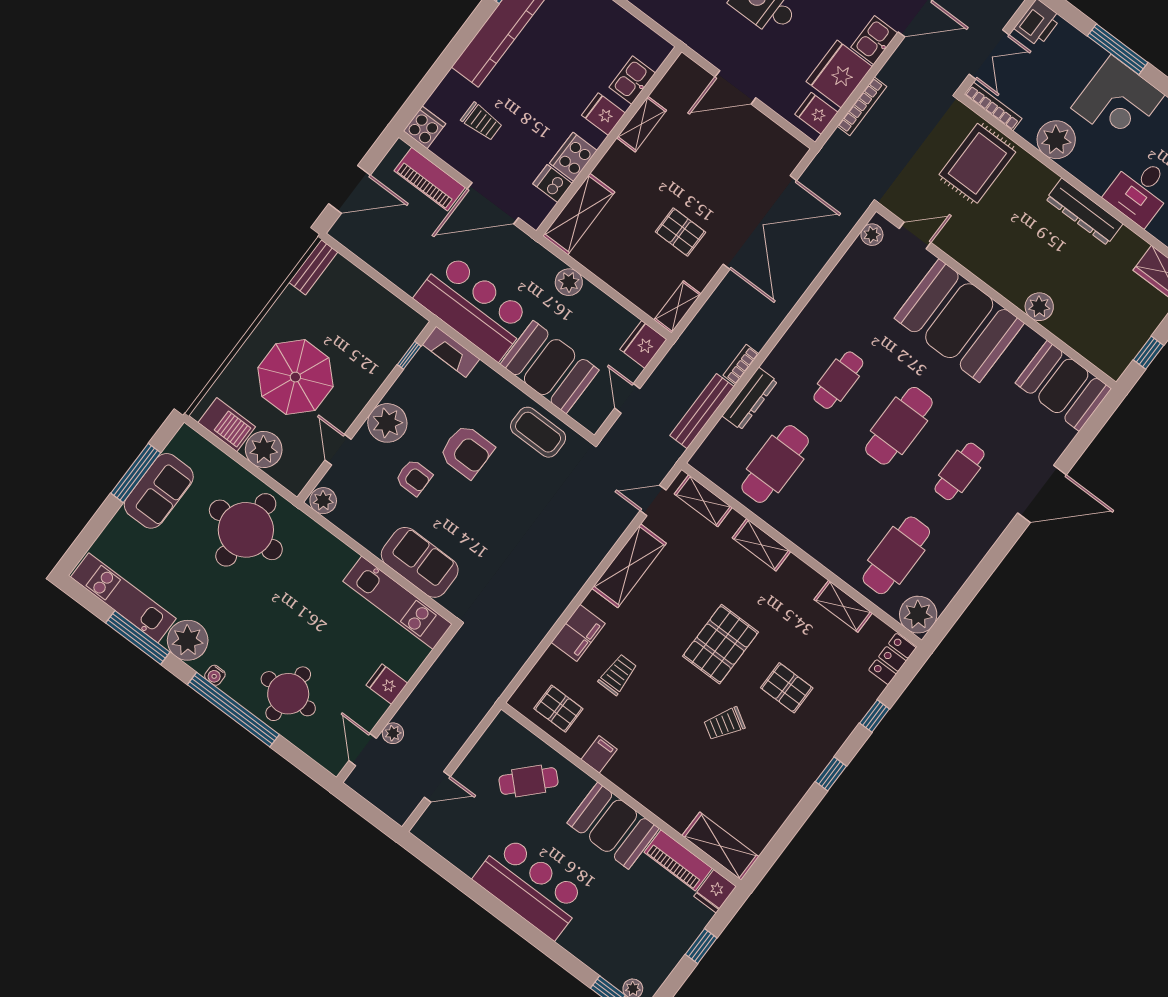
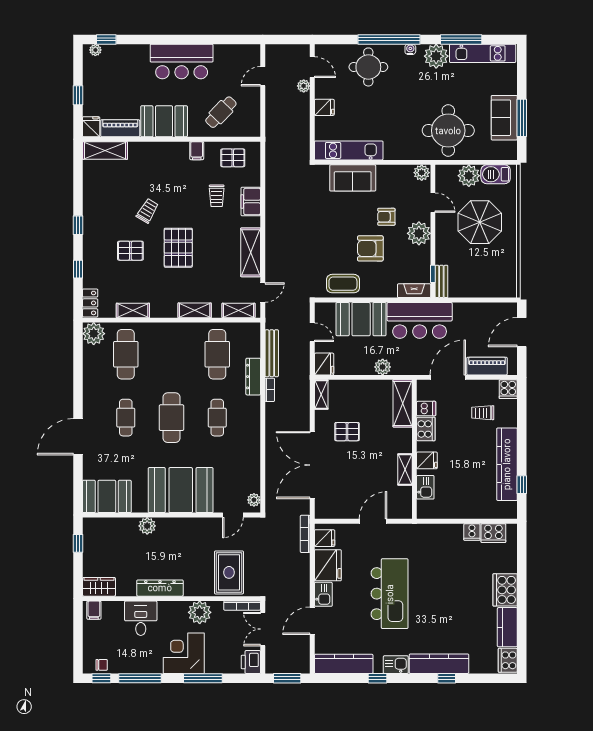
bookcase: (862, 106) -> (305, 534), moved
bench: (313, 267) -> (441, 281), moved

